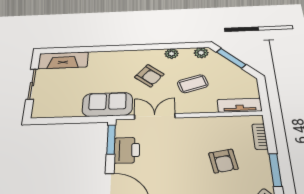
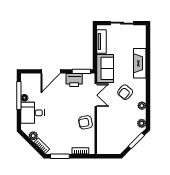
fireplace: (63, 60) -> (140, 63), moved
coffee table: (193, 84) -> (118, 117), removed
tv unit: (239, 105) -> (102, 41), moved
armchair: (223, 161) -> (85, 122), moved

